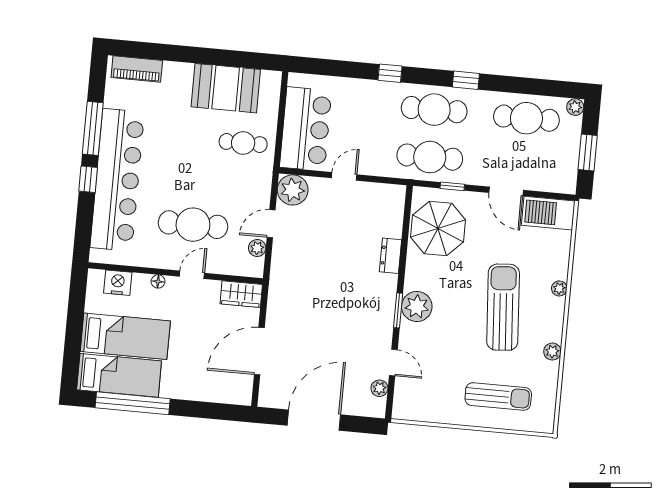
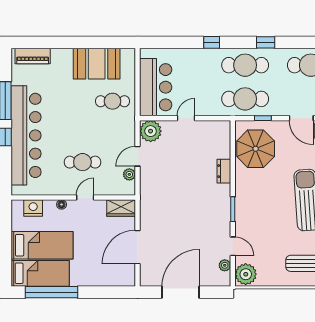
cafe table: (193, 225) -> (82, 162), width x0.73, depth x0.74
plant: (417, 307) -> (246, 274), moved

